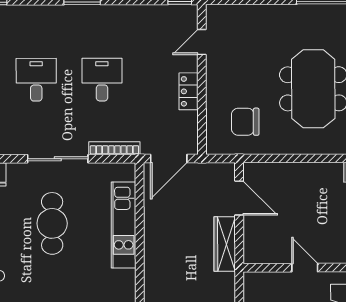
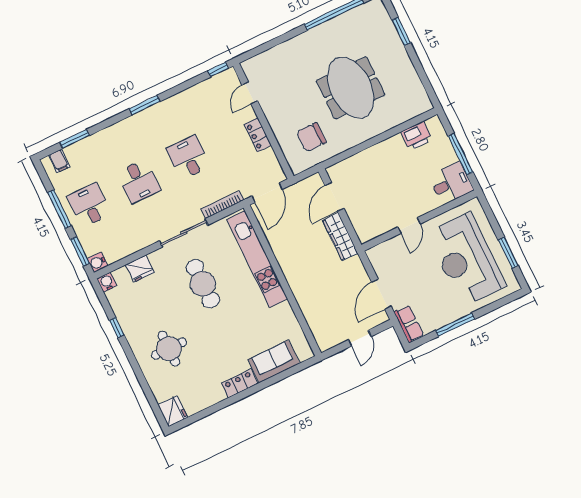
desk: (36, 80) -> (139, 181), turned 180
door: (239, 198) -> (334, 197), swing flipped
kitchen unit: (124, 225) -> (257, 259), width x1.36
door: (305, 268) -> (409, 226), swing flipped

